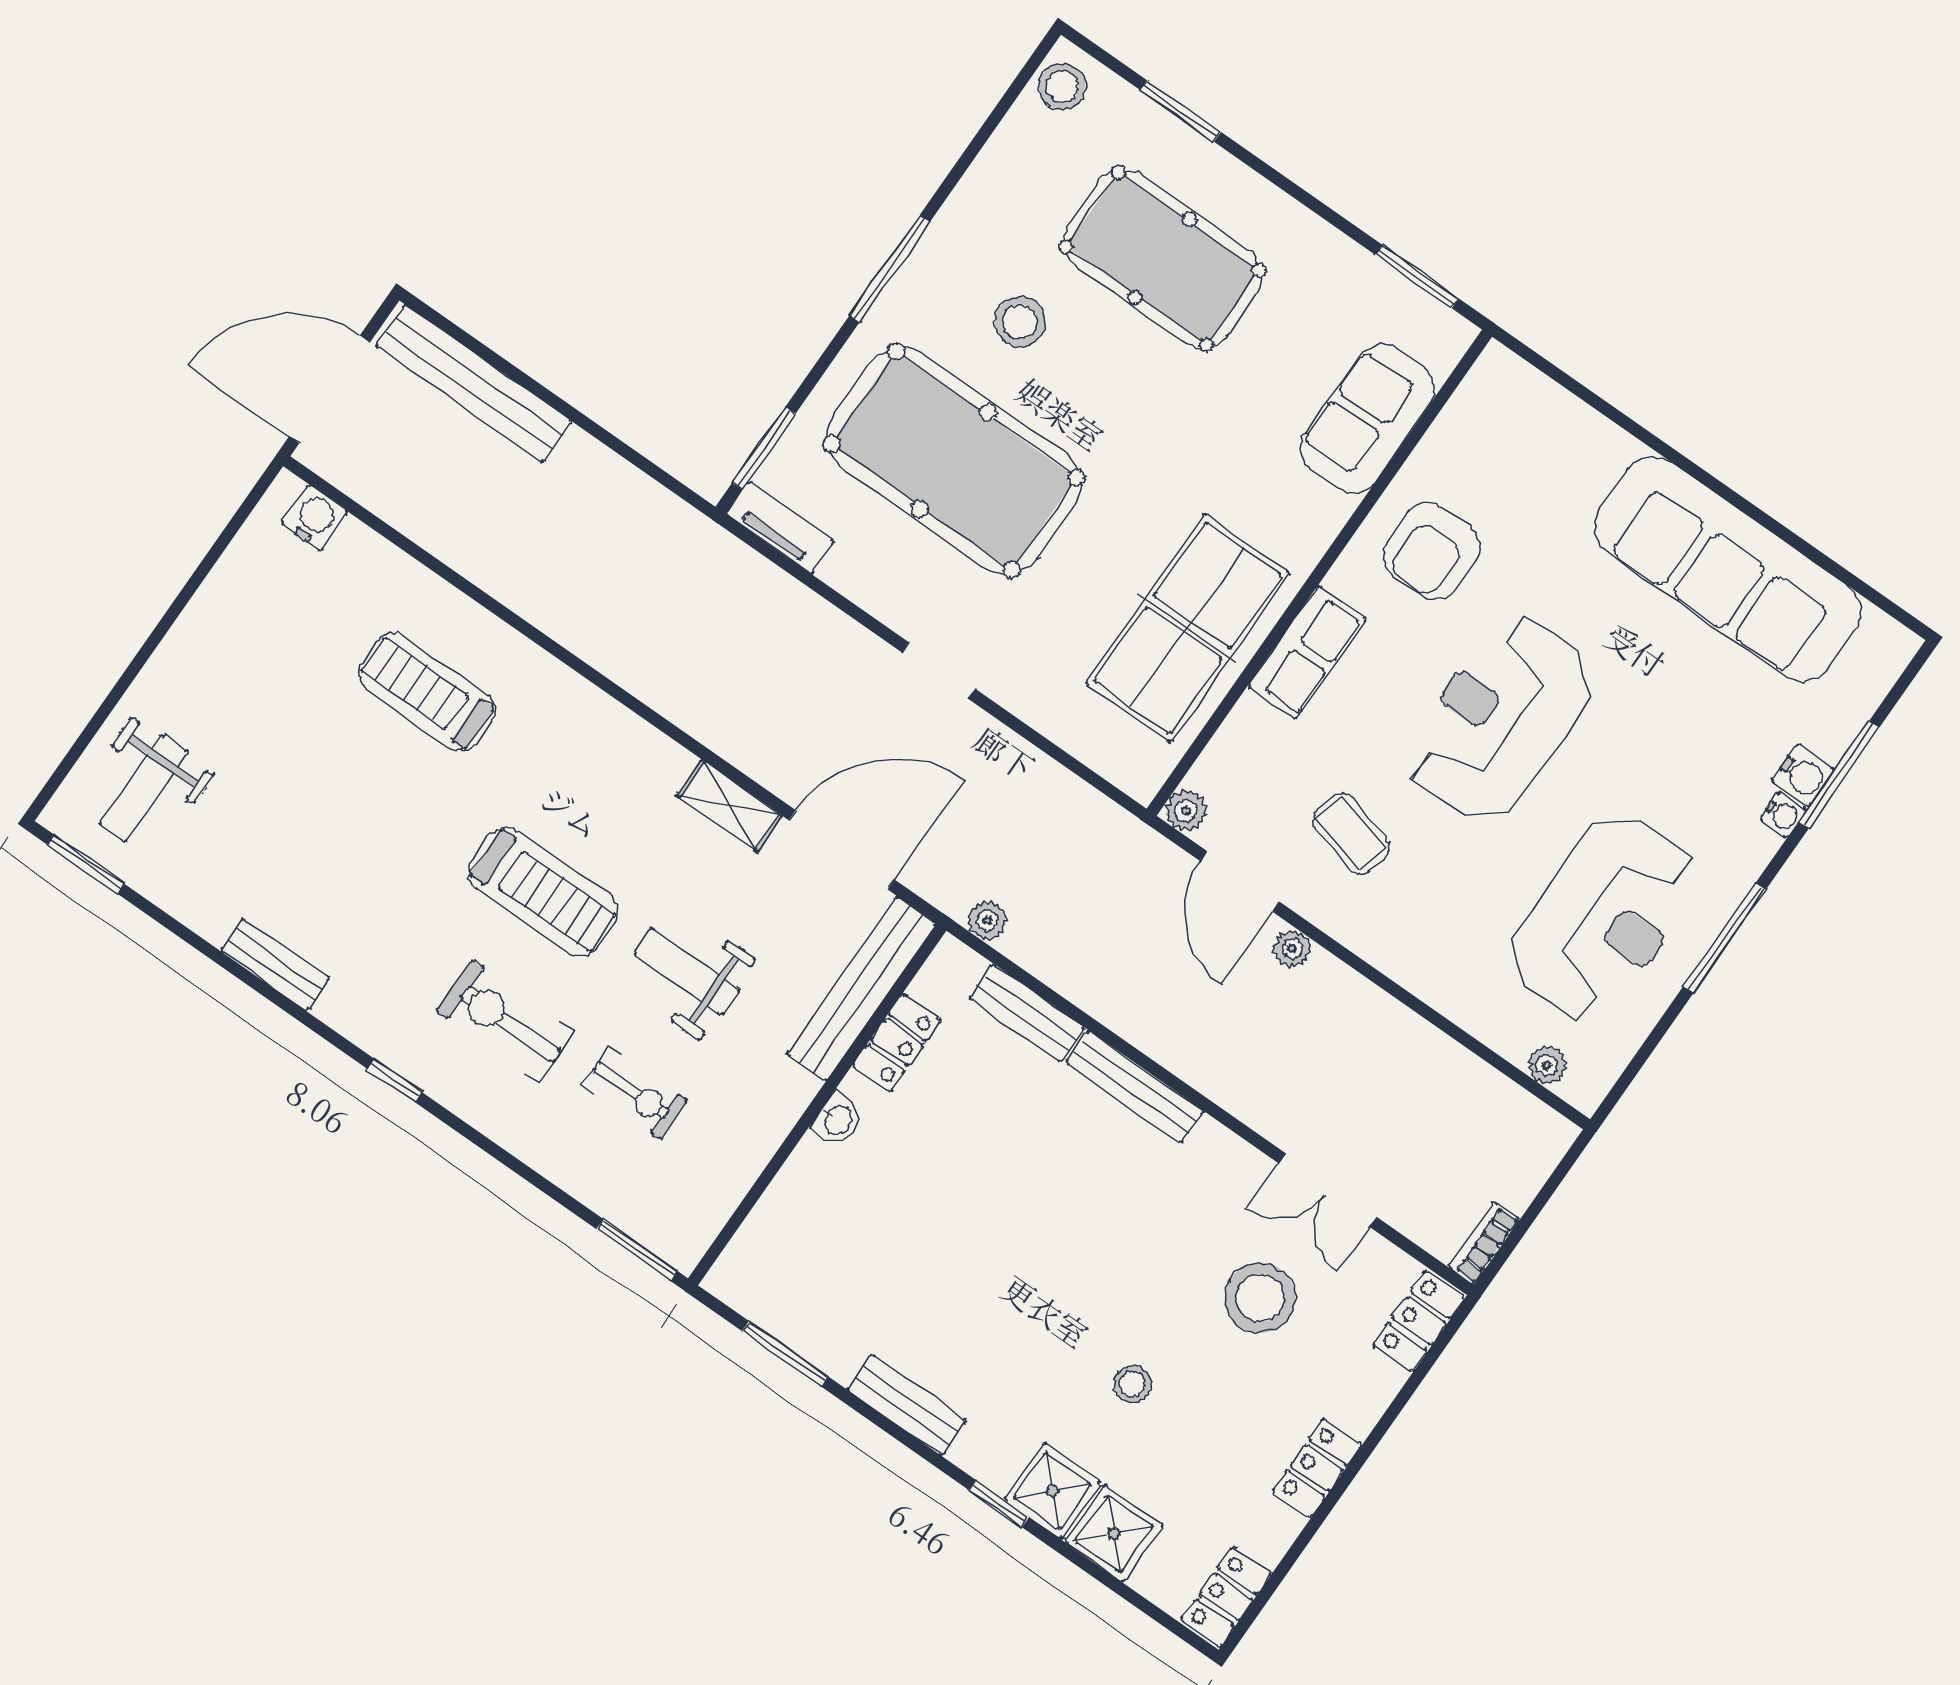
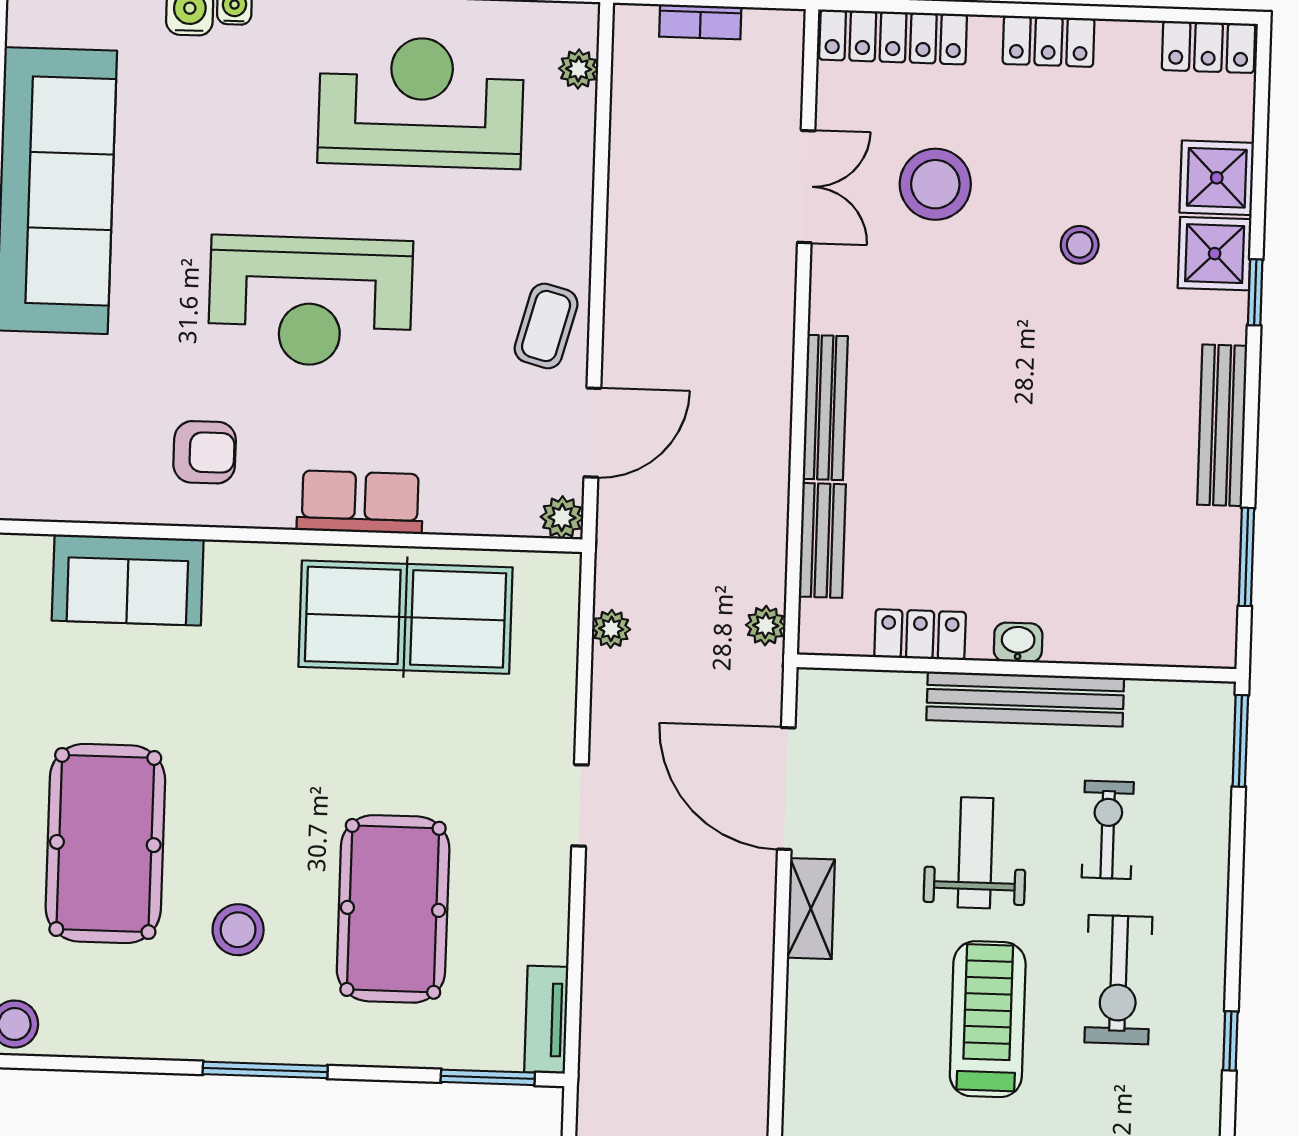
pool table: (954, 461) -> (393, 909), width x0.73, depth x0.76
armchair: (1432, 551) -> (205, 452), width x0.72, depth x0.72
coffee table: (1351, 833) -> (546, 326), moved
plant: (1292, 949) -> (611, 629), moved
weight bench: (687, 971) -> (975, 853), turned 180
bench: (861, 989) -> (1025, 699), moved
bookcase: (1484, 1243) -> (700, 22), moved
locker: (1419, 1321) -> (893, 37), width x1.53
bench: (907, 1405) -> (1222, 425), width x1.36

